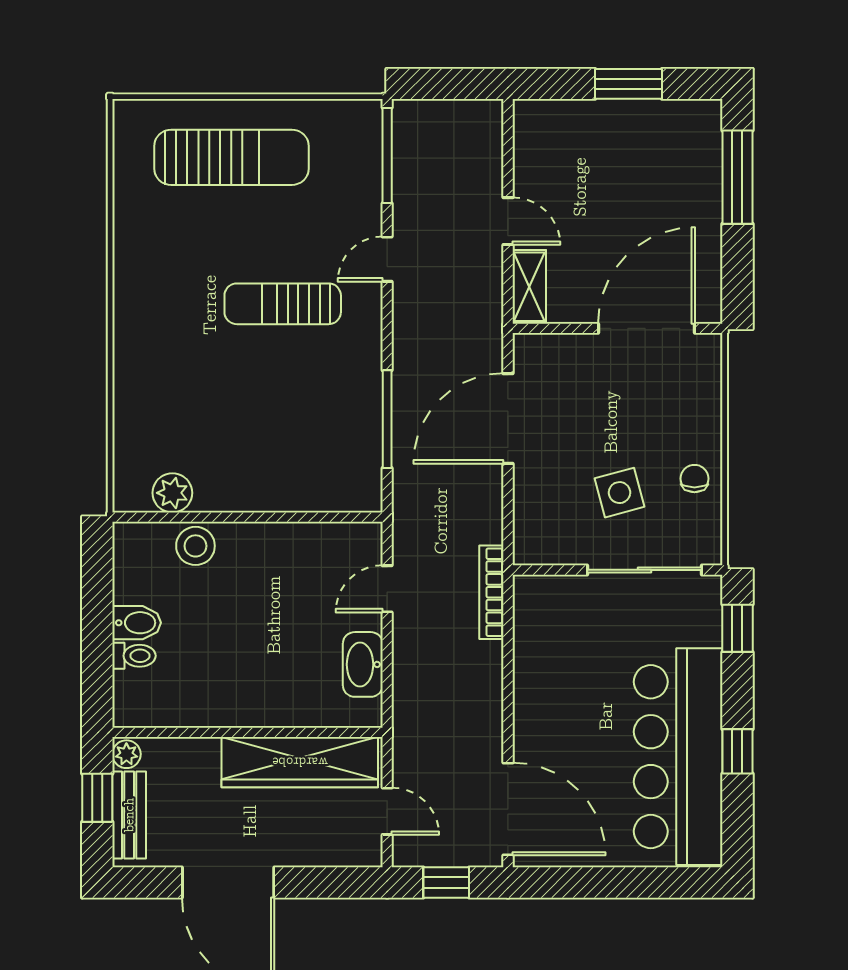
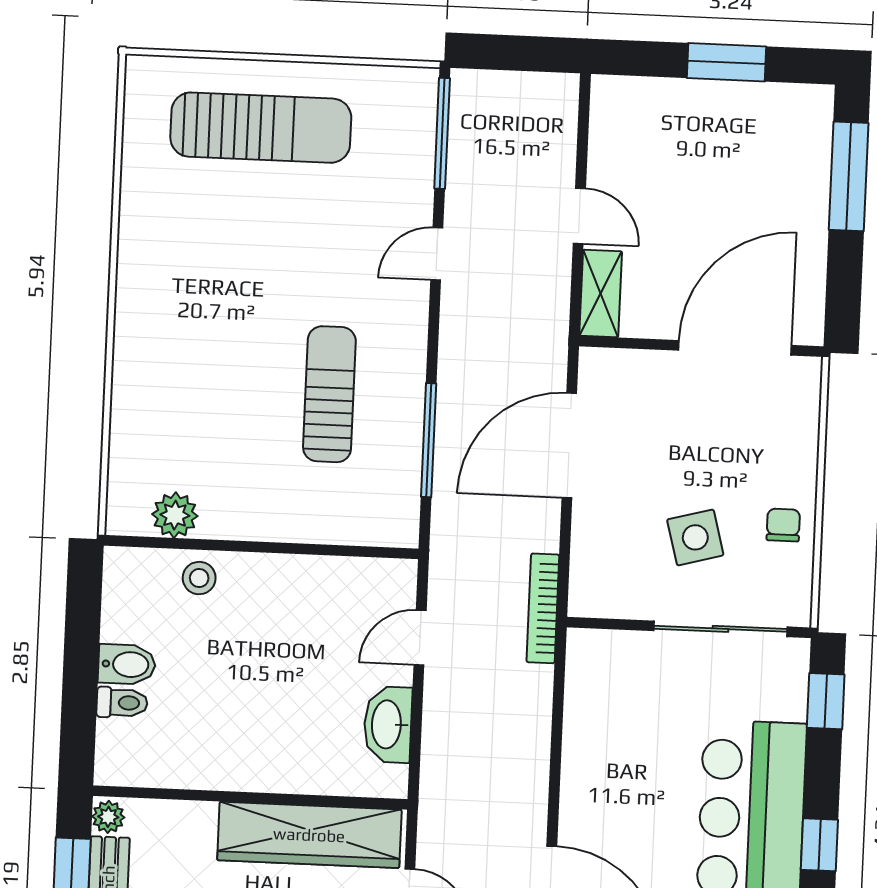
sun lounger: (283, 304) -> (329, 394), moved, turned 90
stool: (195, 546) -> (199, 578), width x0.73, depth x0.73
bookcase: (491, 592) -> (543, 608), moved

